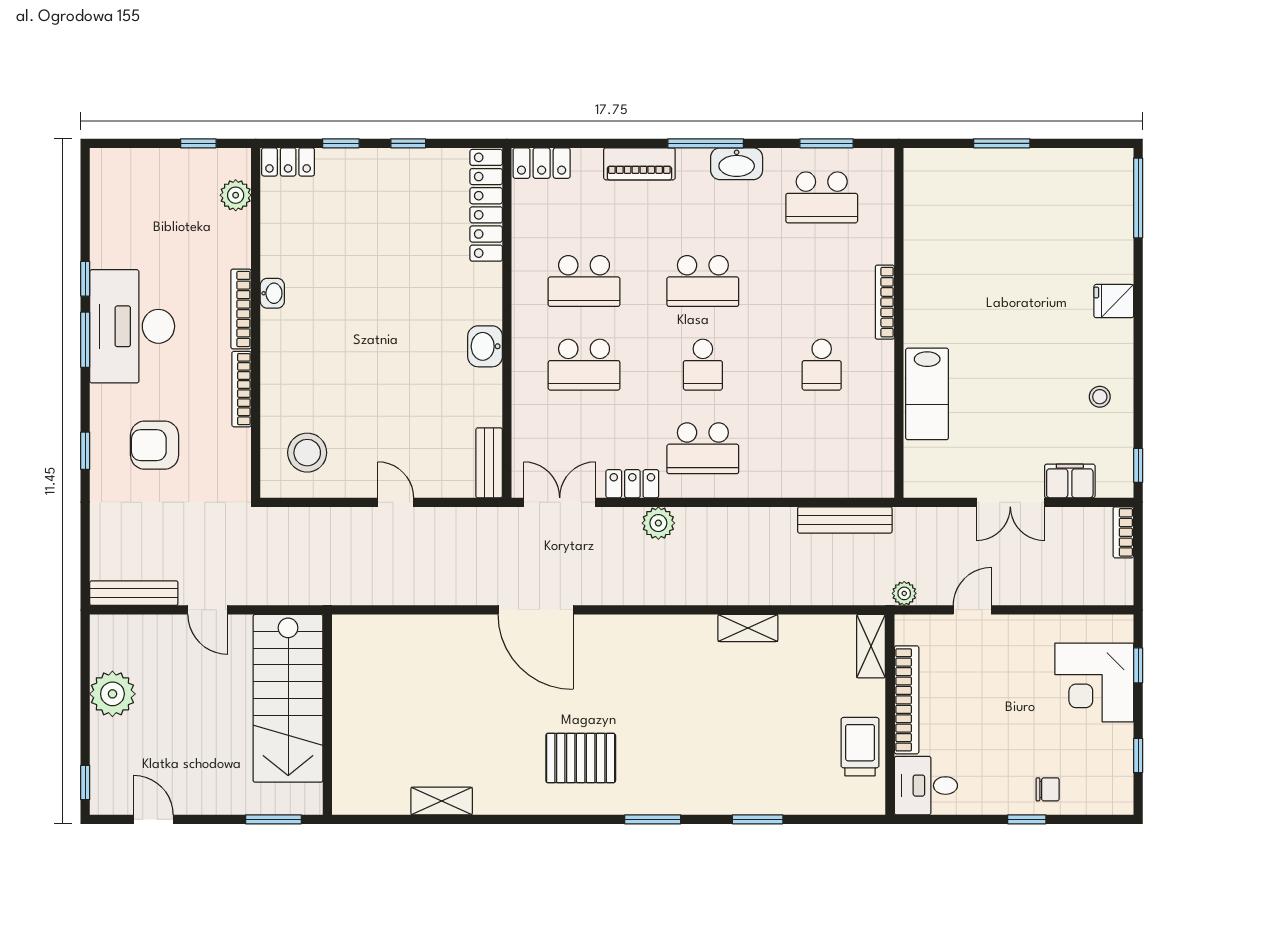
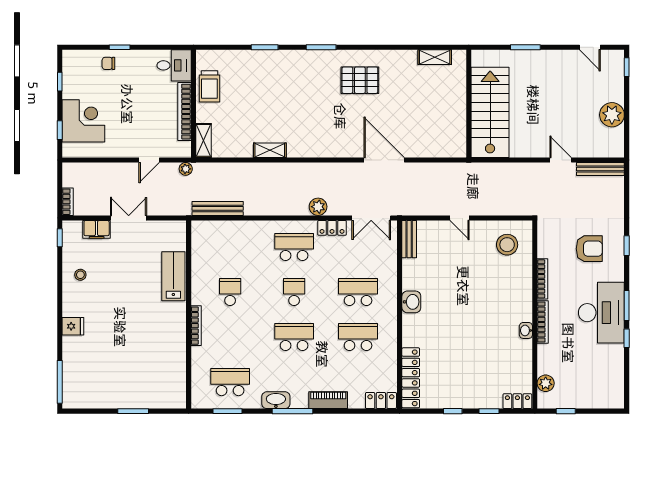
stairs: (288, 698) -> (490, 112), moved
wall: (327, 715) -> (469, 104), moved

